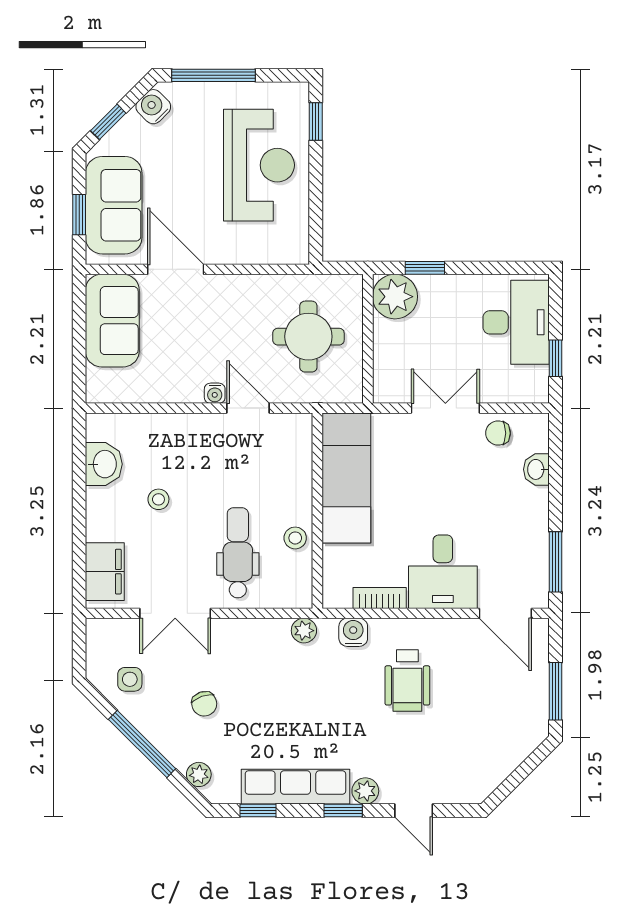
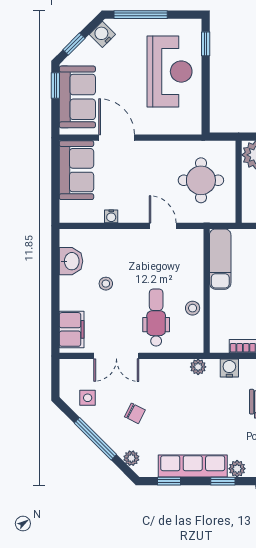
window: (79, 215) -> (55, 85), moved
water cooler: (215, 393) -> (111, 216), moved
exam couch: (346, 478) -> (220, 259), width x0.73, depth x0.69
chair: (204, 704) -> (135, 413), turned -44

